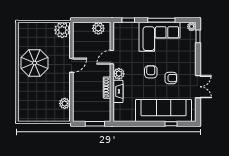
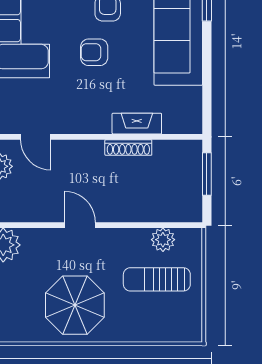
door: (112, 57) -> (36, 137), moved
plant: (119, 74) -> (98, 122), removed
sun lounger: (46, 101) -> (157, 279), added

